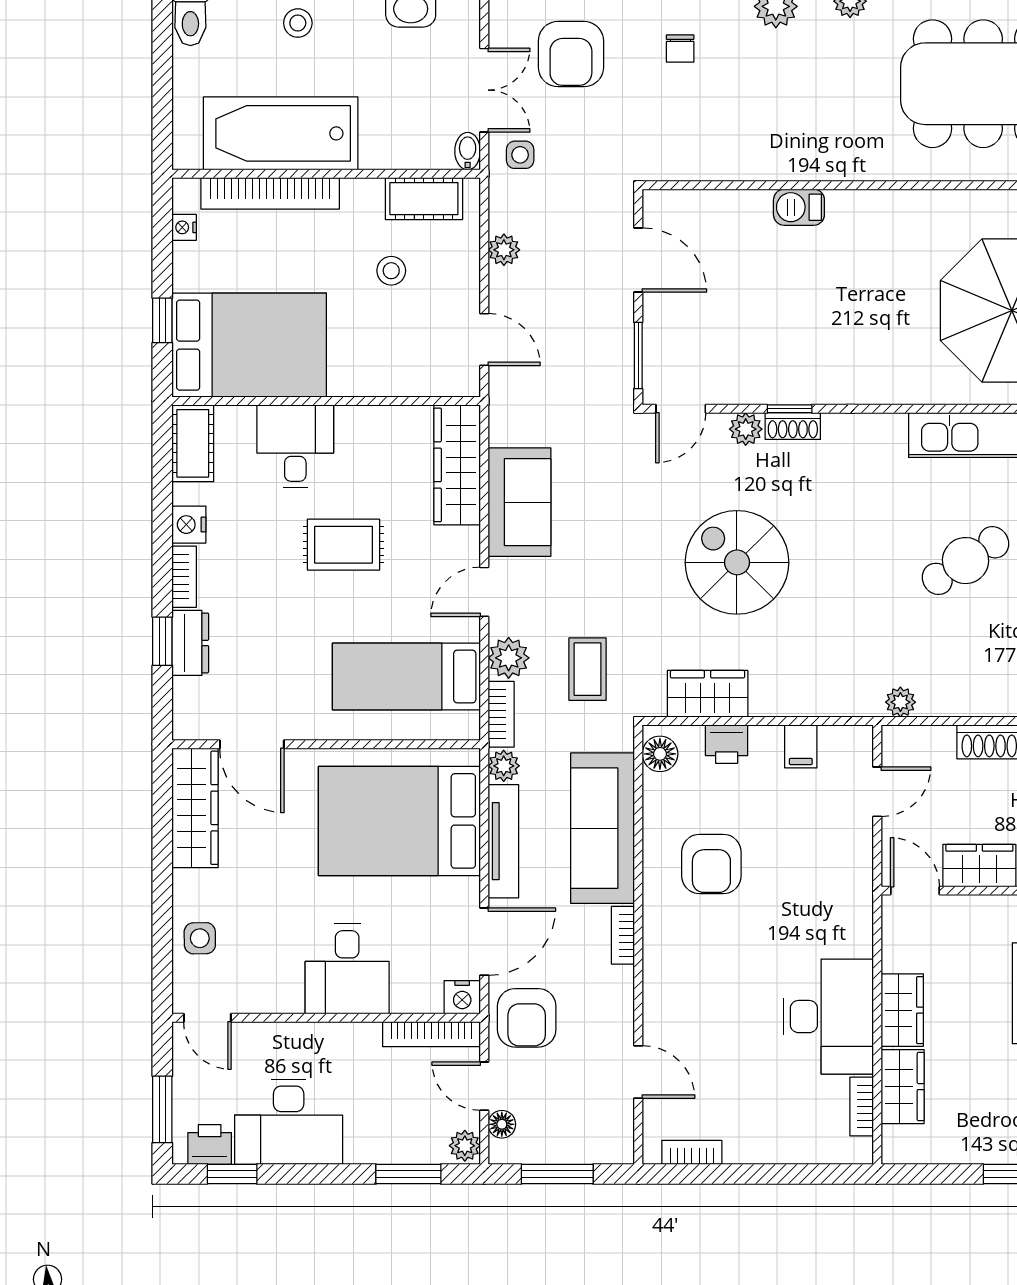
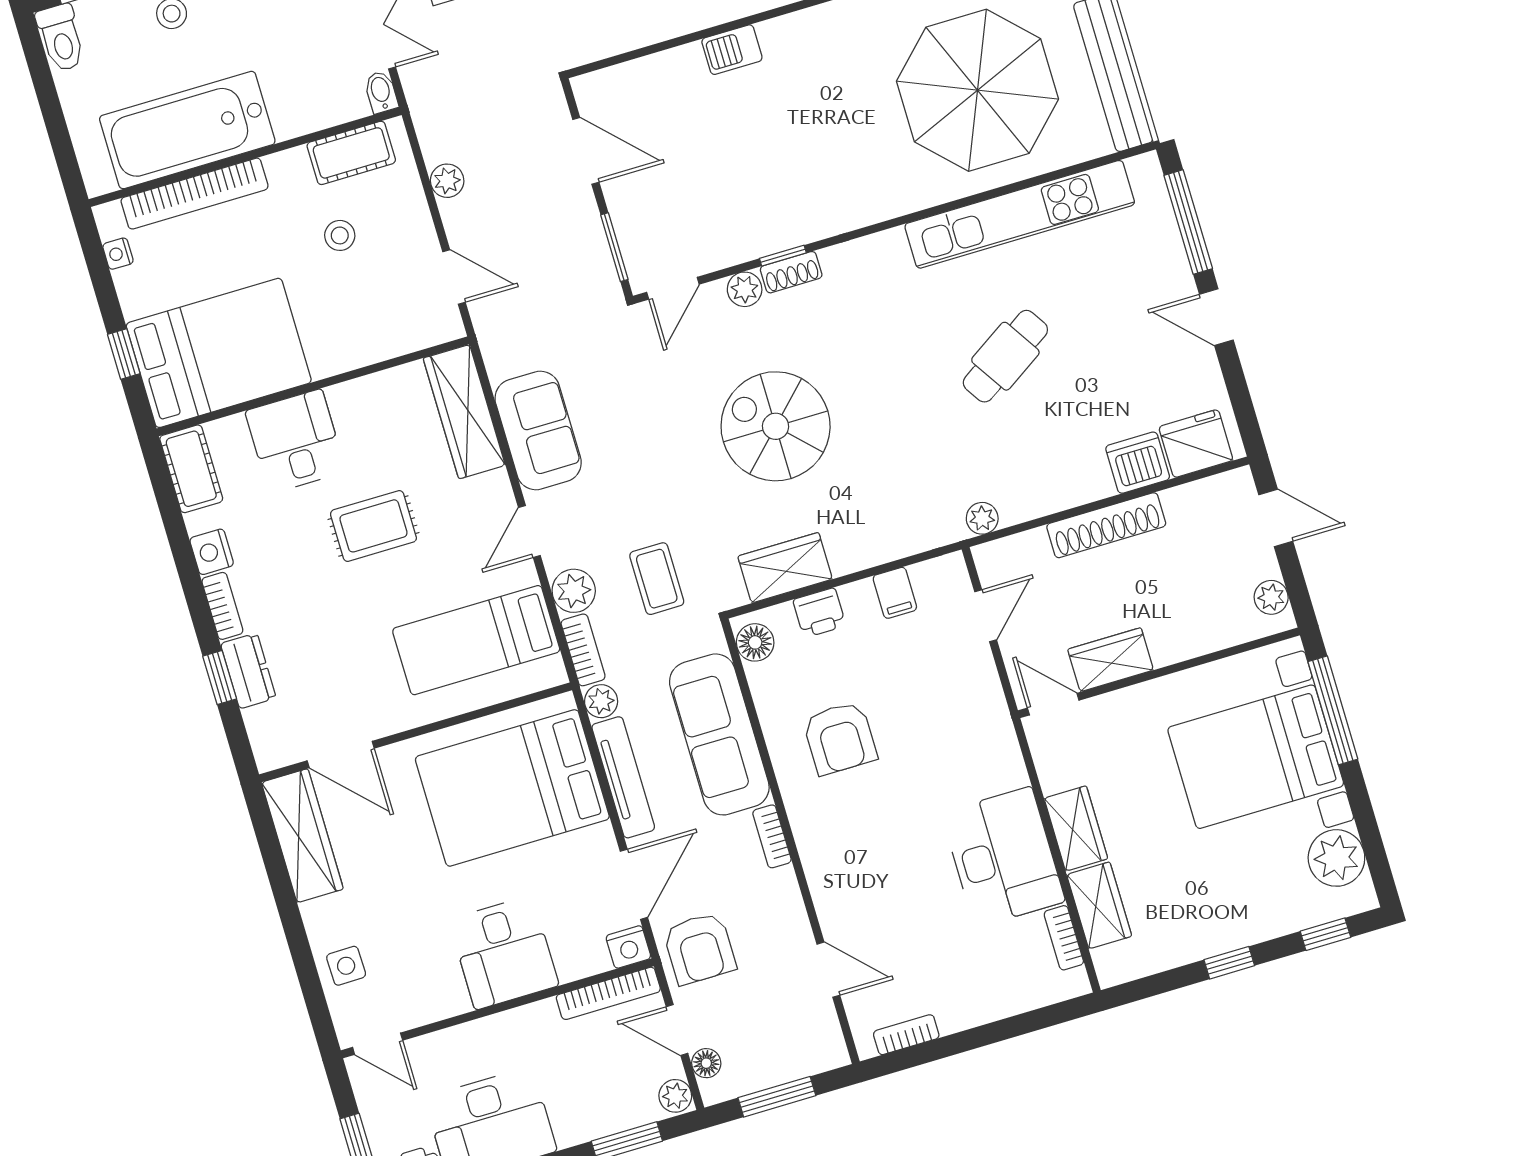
side table: (520, 155) -> (435, 80), removed

